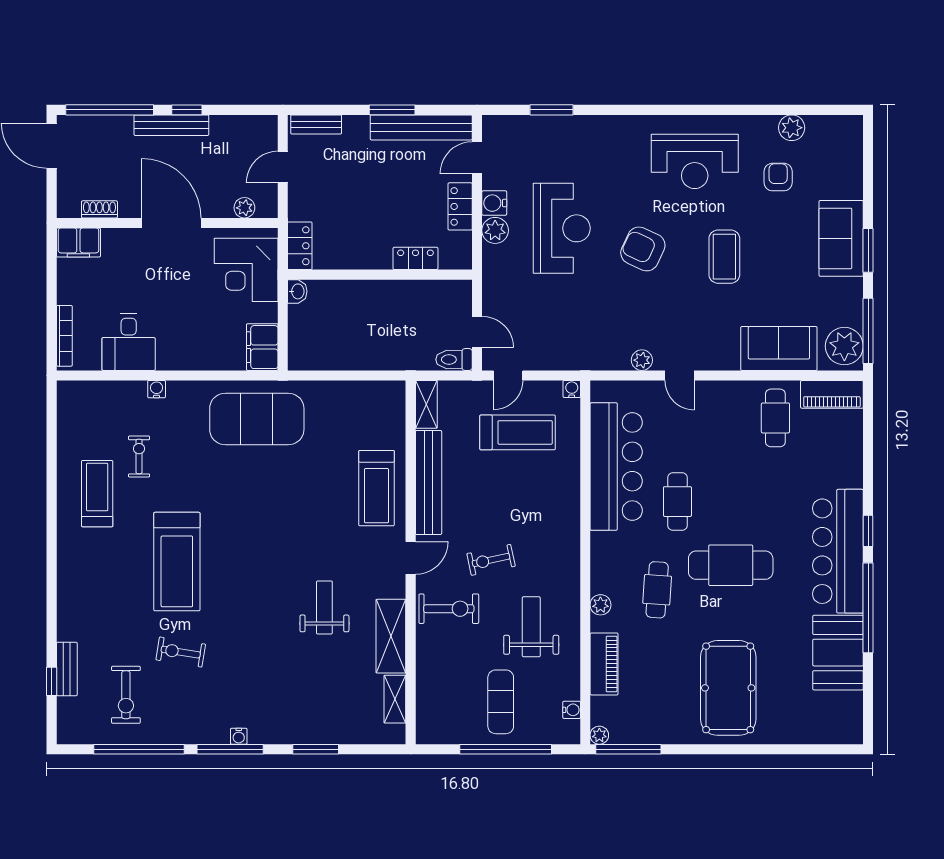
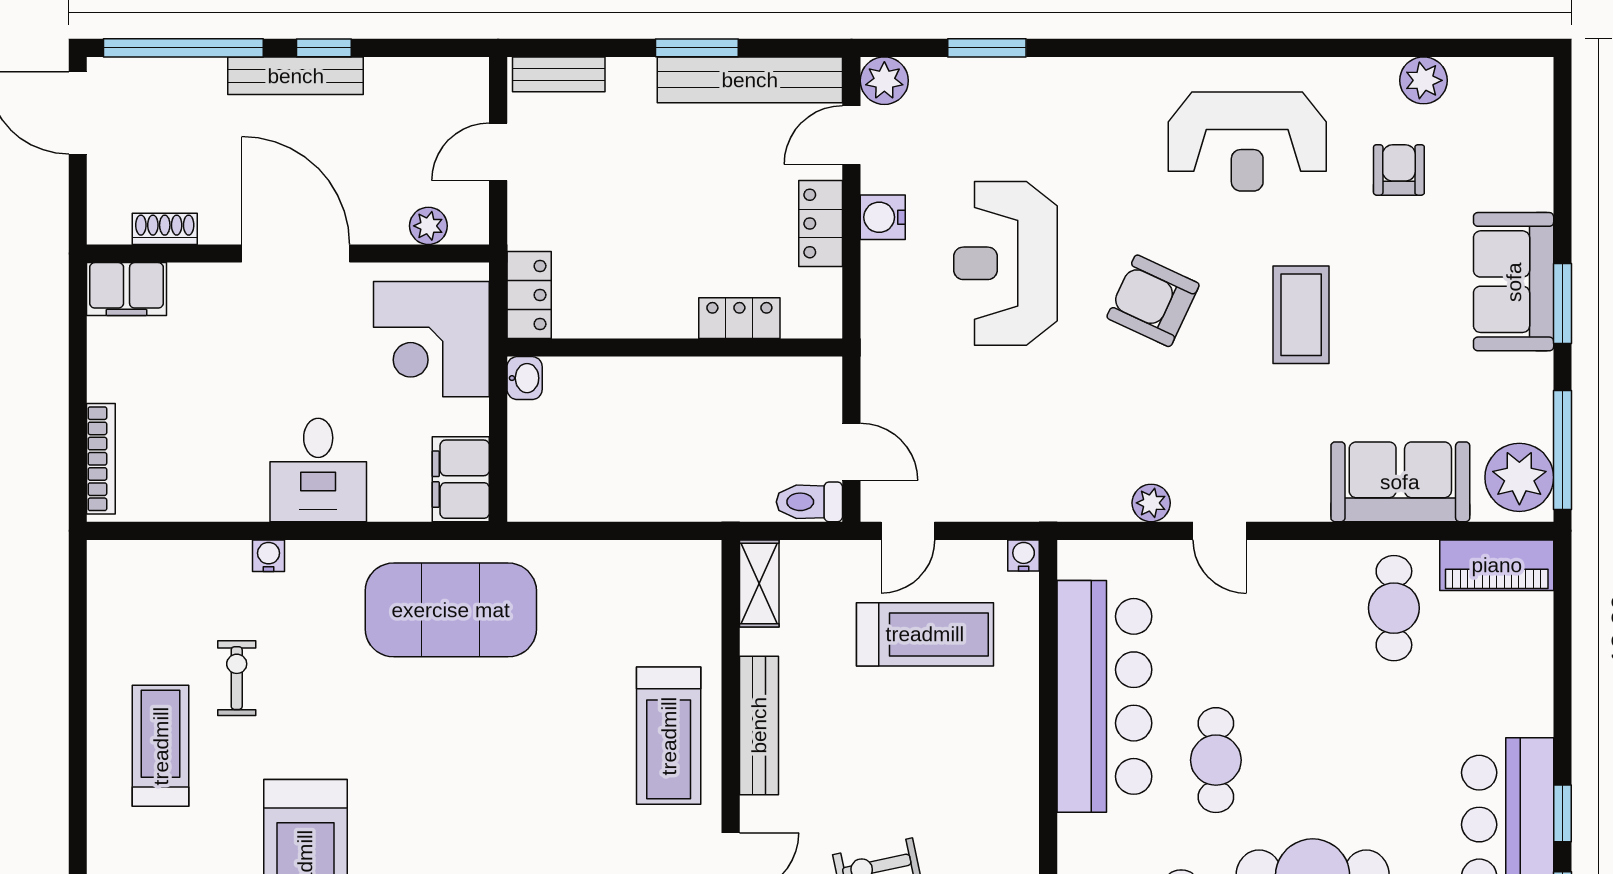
reception desk: (562, 228) -> (1005, 263), turned 180
plant: (495, 230) -> (884, 81), moved
desk: (129, 342) -> (318, 470), moved
bench: (429, 482) -> (759, 725), width x0.73, depth x0.82

